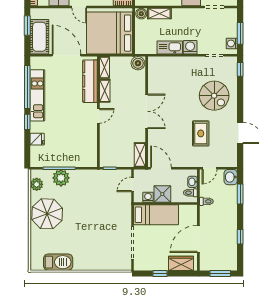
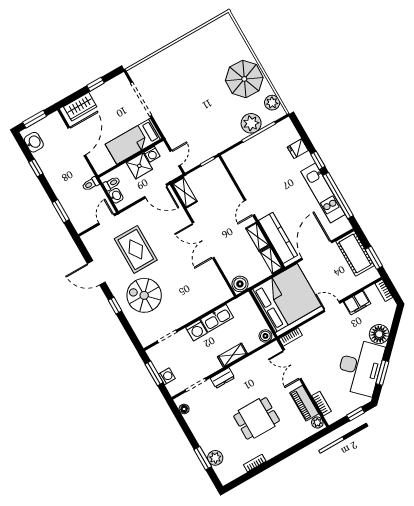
shelving: (159, 14) -> (232, 355), moved
washing machine: (232, 43) -> (167, 376), moved
door: (66, 55) -> (317, 250), swing flipped
window: (240, 69) -> (115, 306), moved
rug: (201, 133) -> (136, 249), width x1.36, depth x1.43
washbasin: (231, 177) -> (34, 142), moved
barbecue: (58, 262) -> (205, 36), removed

